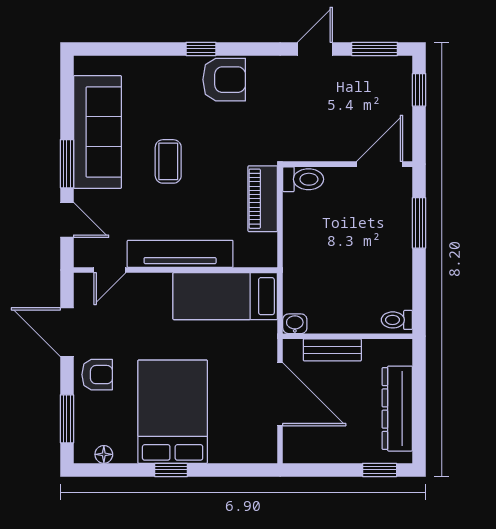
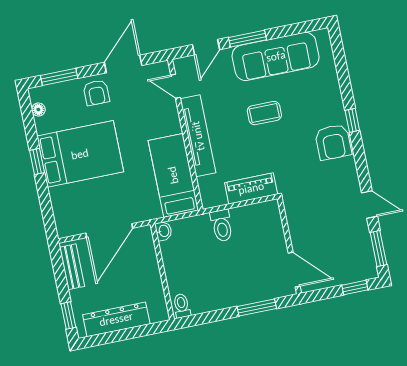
toilet: (303, 179) -> (222, 226), moved
bench: (332, 350) -> (72, 267), moved

